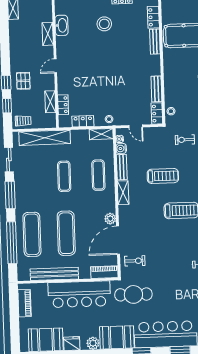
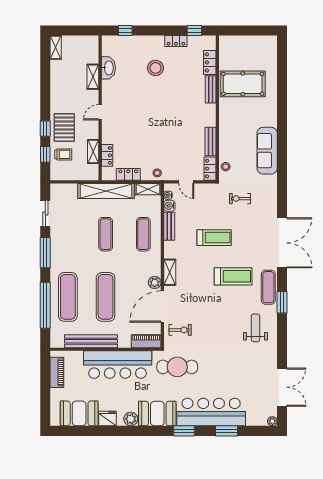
pallet: (23, 81) -> (64, 127), width x1.50, depth x1.42
trolley: (23, 121) -> (63, 154), moved
shelving: (45, 138) -> (106, 191), moved
shelving: (123, 193) -> (170, 272), moved

